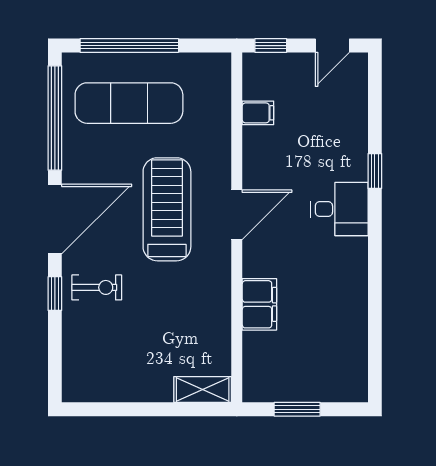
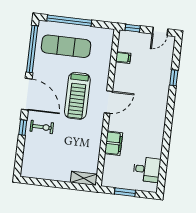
window: (375, 171) -> (174, 78), moved
treadmill: (167, 209) -> (77, 96), turned 180
desk: (339, 209) -> (147, 169), moved
door: (55, 219) -> (27, 94), hinge flipped

